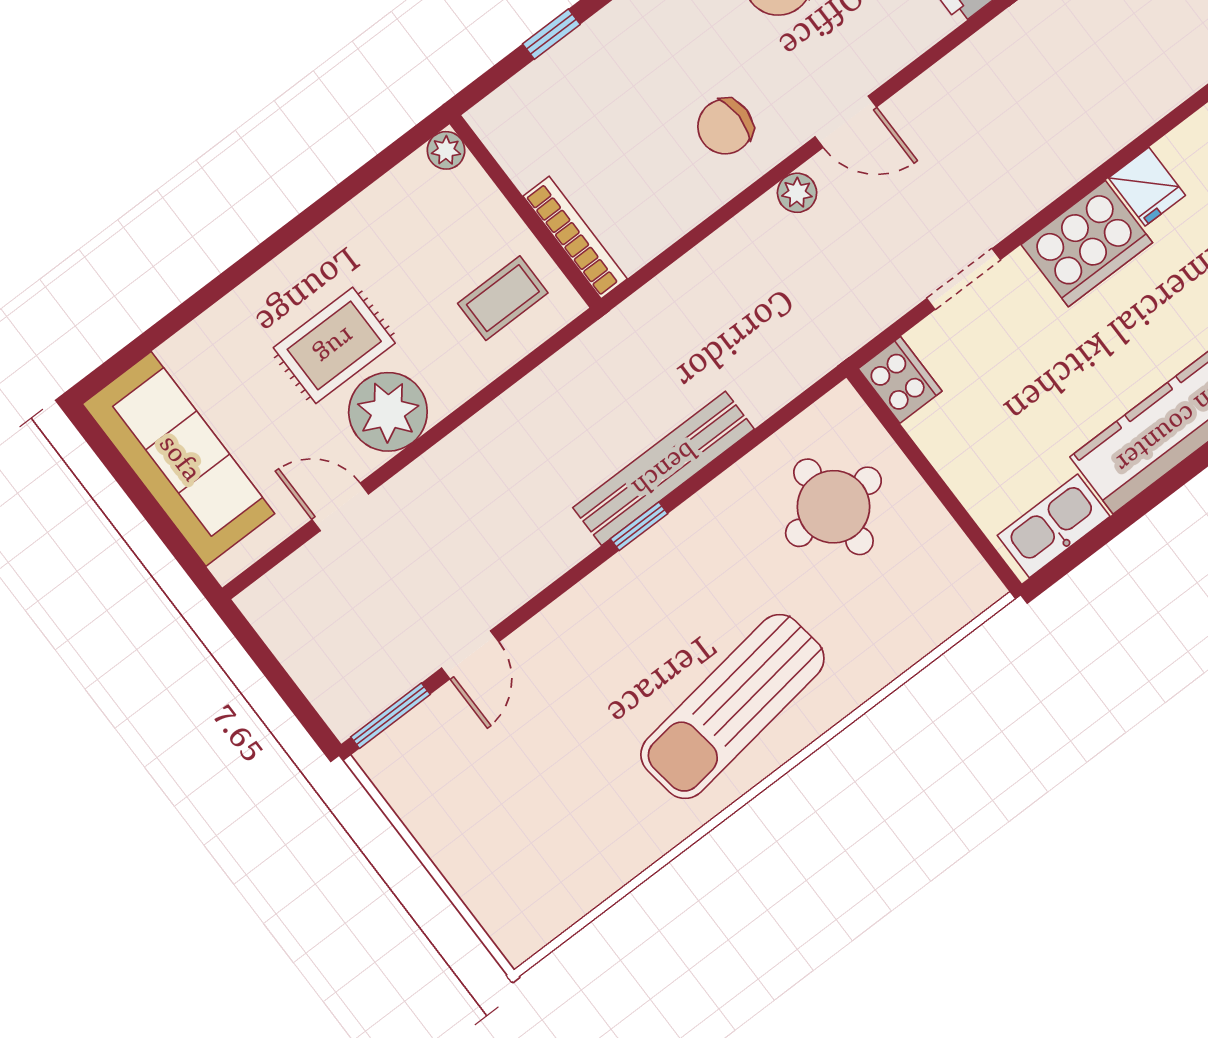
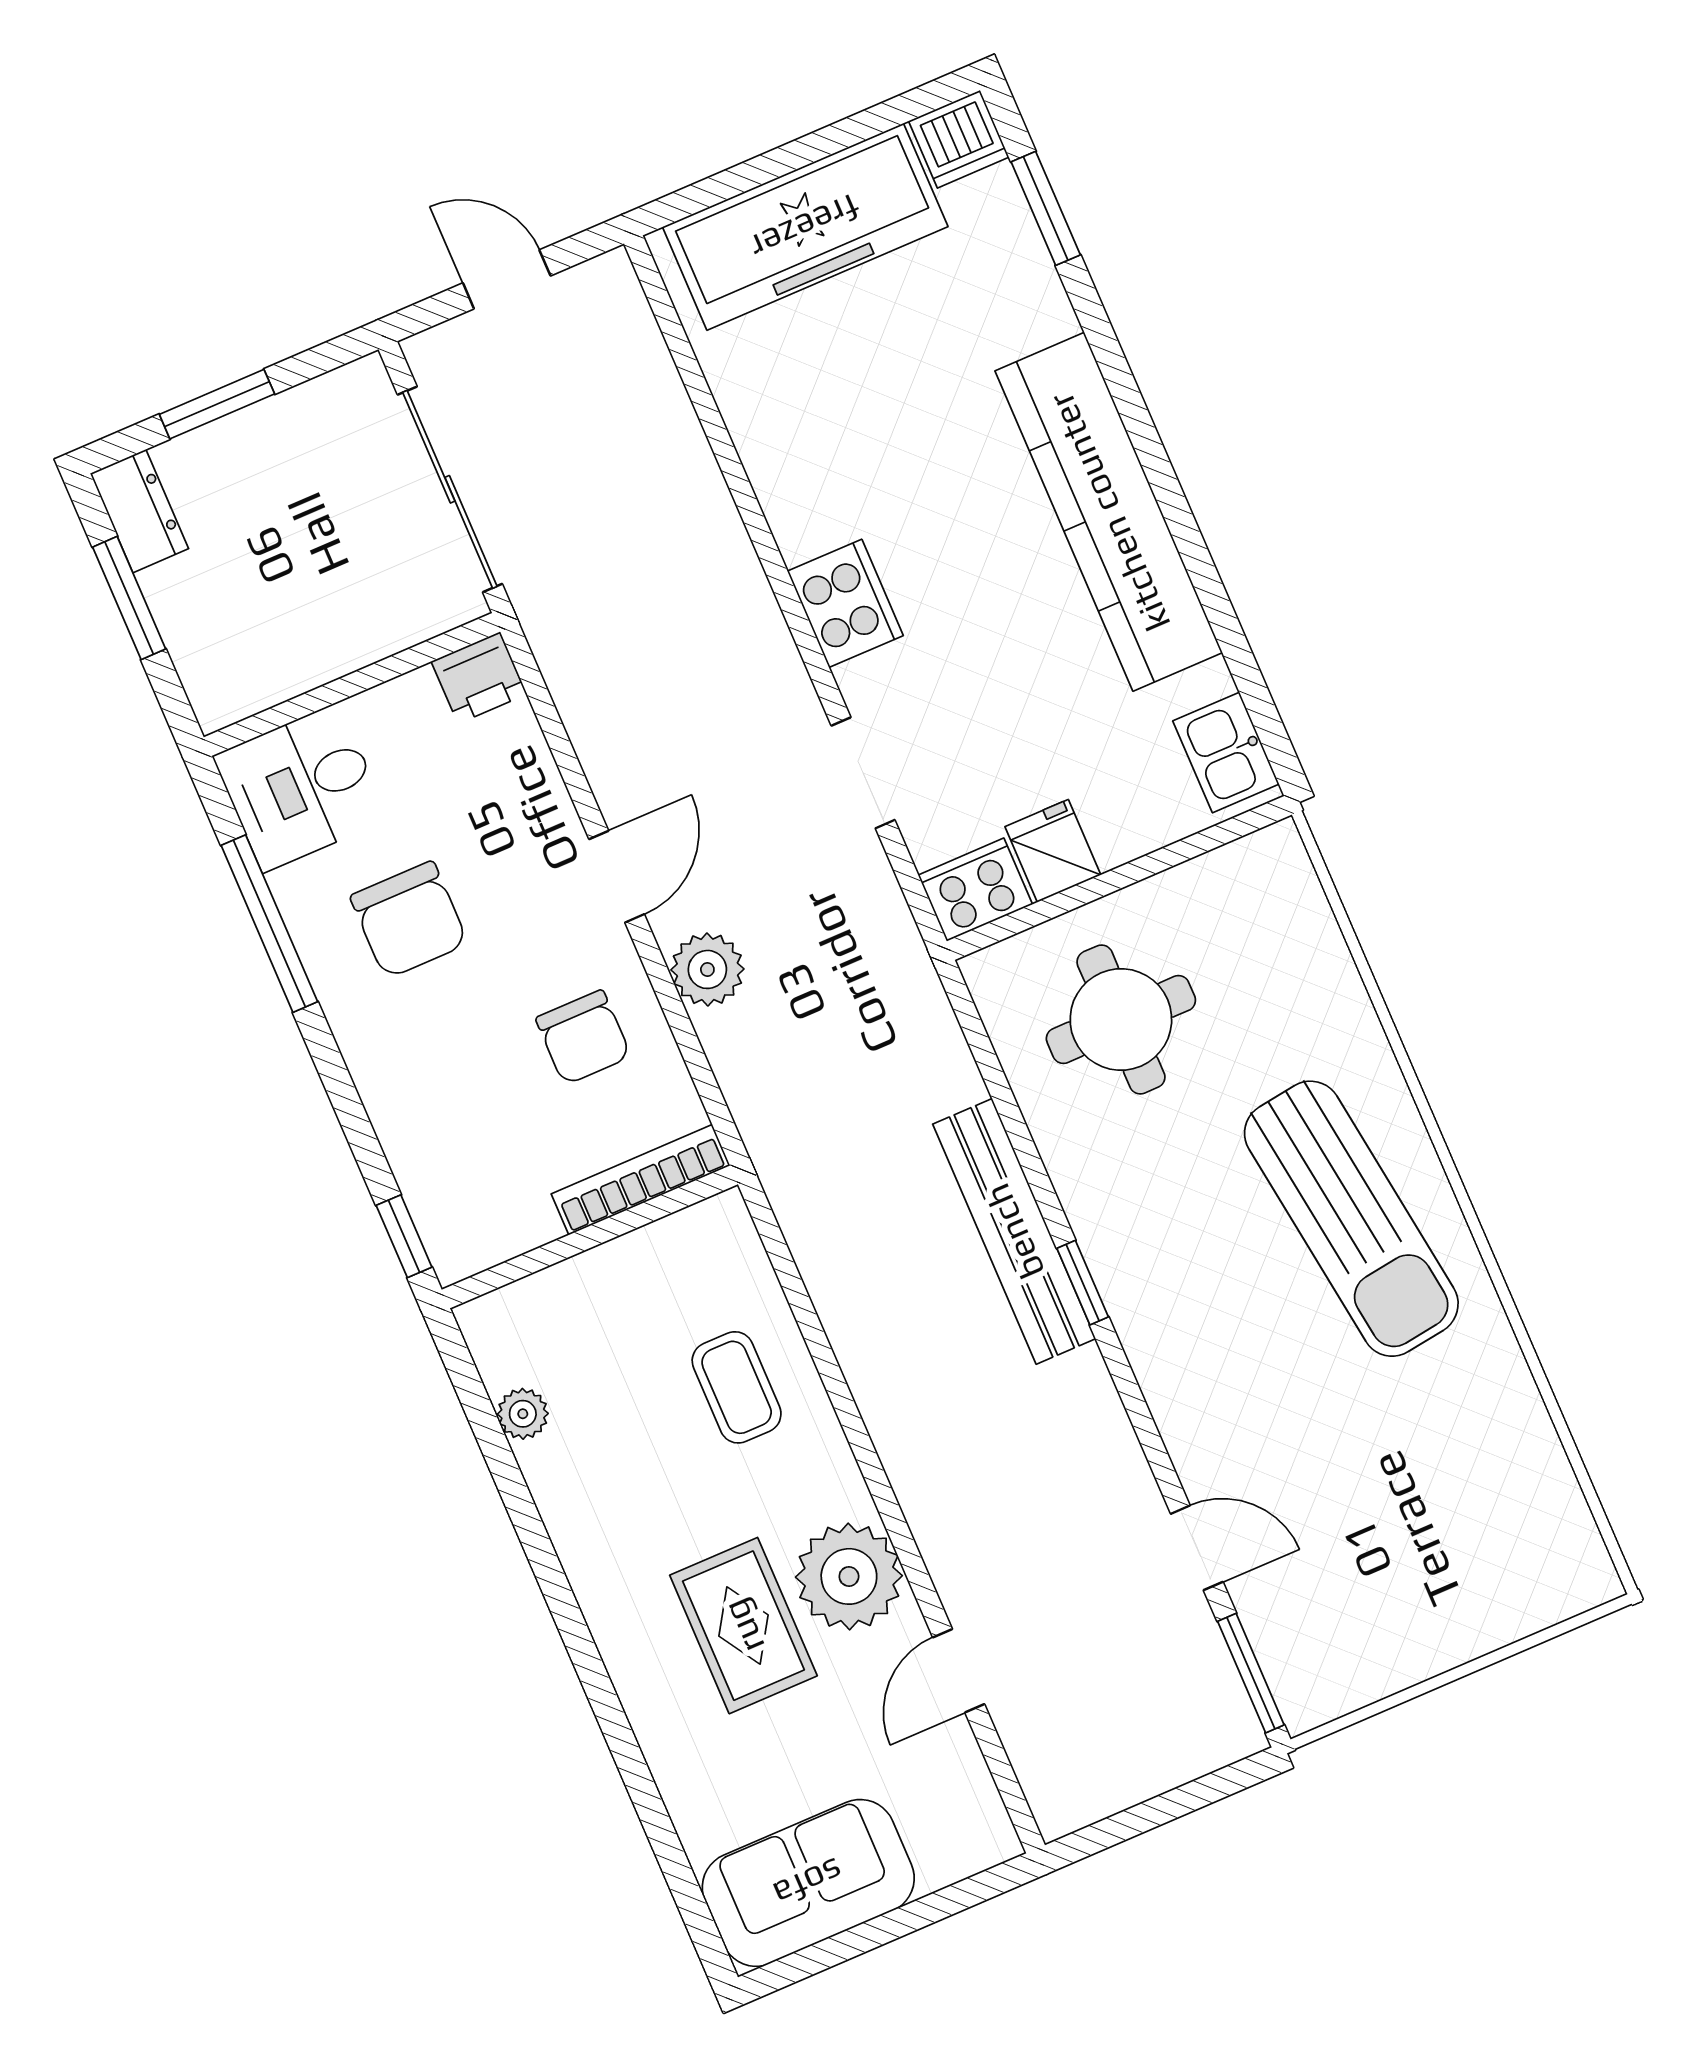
fridge: (1147, 187) -> (1053, 851), moved, turned -90
plant: (797, 193) -> (707, 969), width x1.38, depth x1.38
wall: (525, 211) -> (590, 1237), moved
bookcase: (575, 237) -> (641, 1180), moved
cooker: (1087, 244) -> (845, 603), width x0.73, depth x0.76
sofa: (179, 459) -> (808, 1883), width x0.73
kitchen sink: (1054, 526) -> (1226, 753), width x0.73

